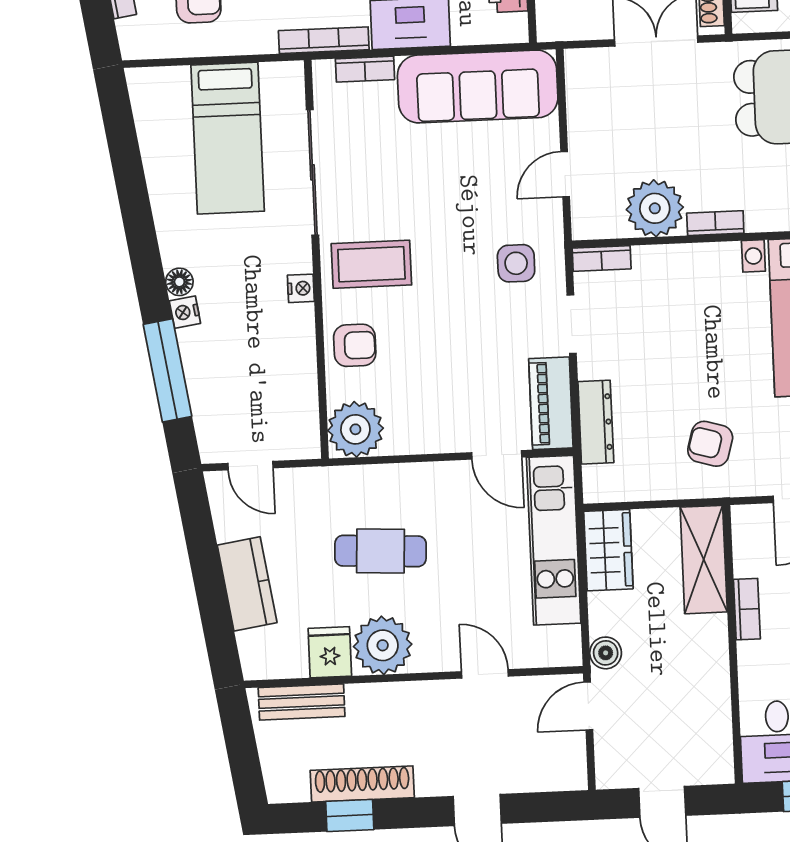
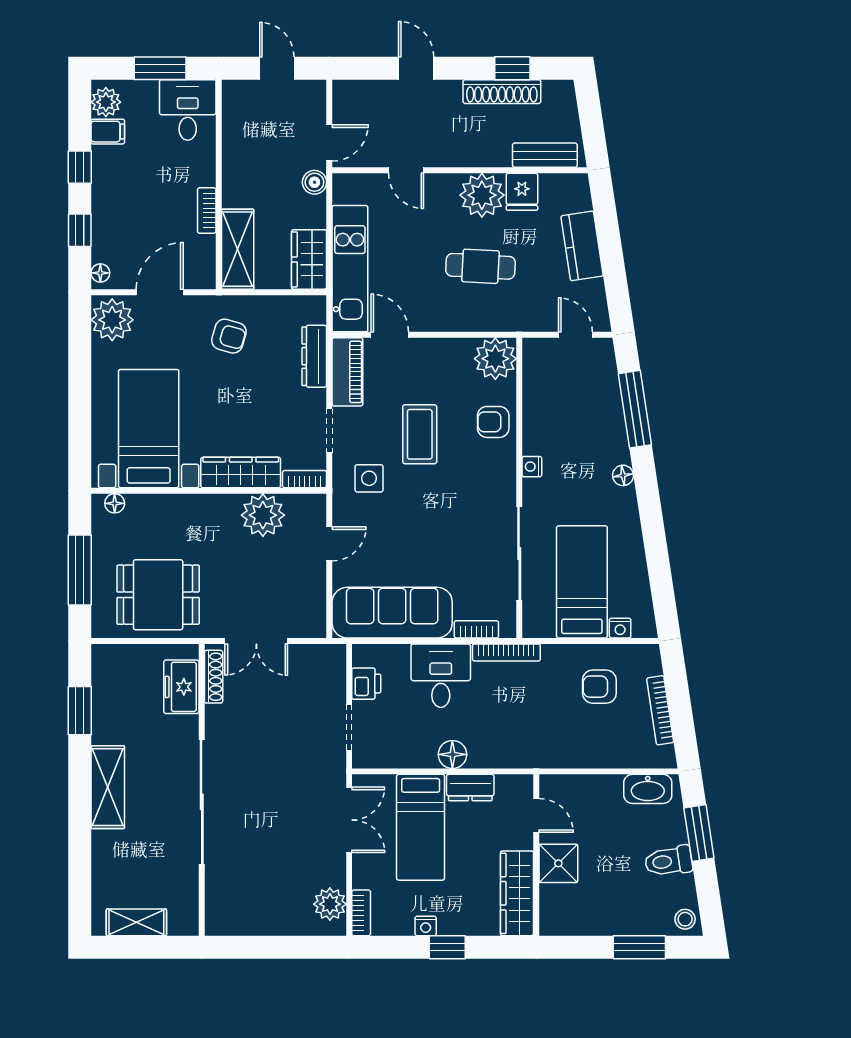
bookcase: (715, 223) -> (218, 502), removed
coffee table: (371, 264) -> (420, 434), moved, turned 90
wardrobe: (687, 264) -> (241, 473), added
nightstand: (185, 312) -> (620, 628), moved, turned 99

